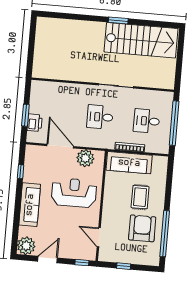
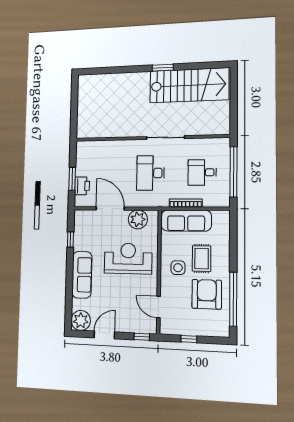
desk: (100, 117) -> (150, 173), width x1.37
side table: (119, 204) -> (178, 268), added

